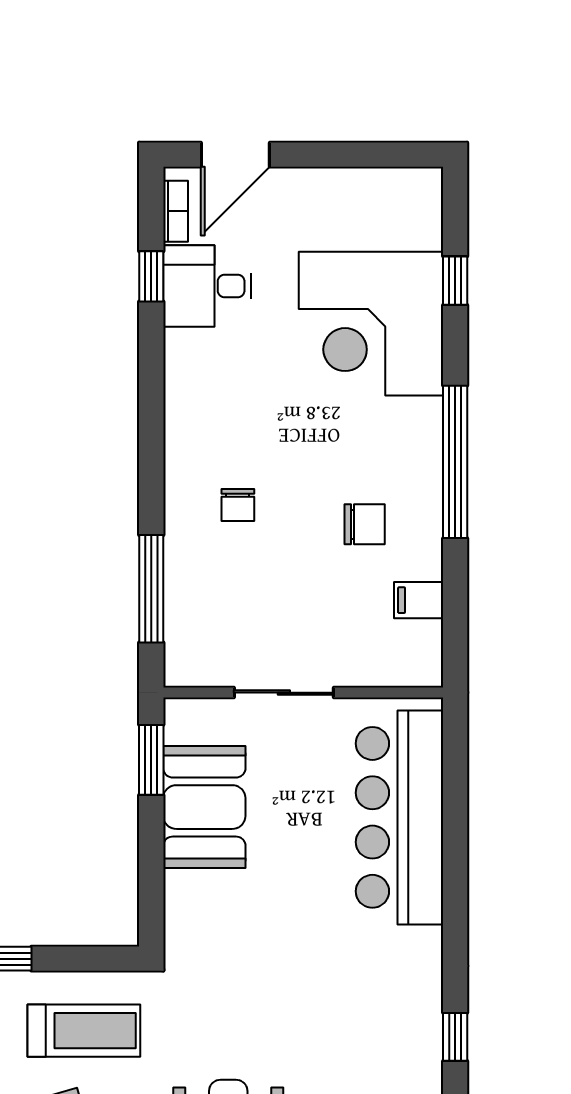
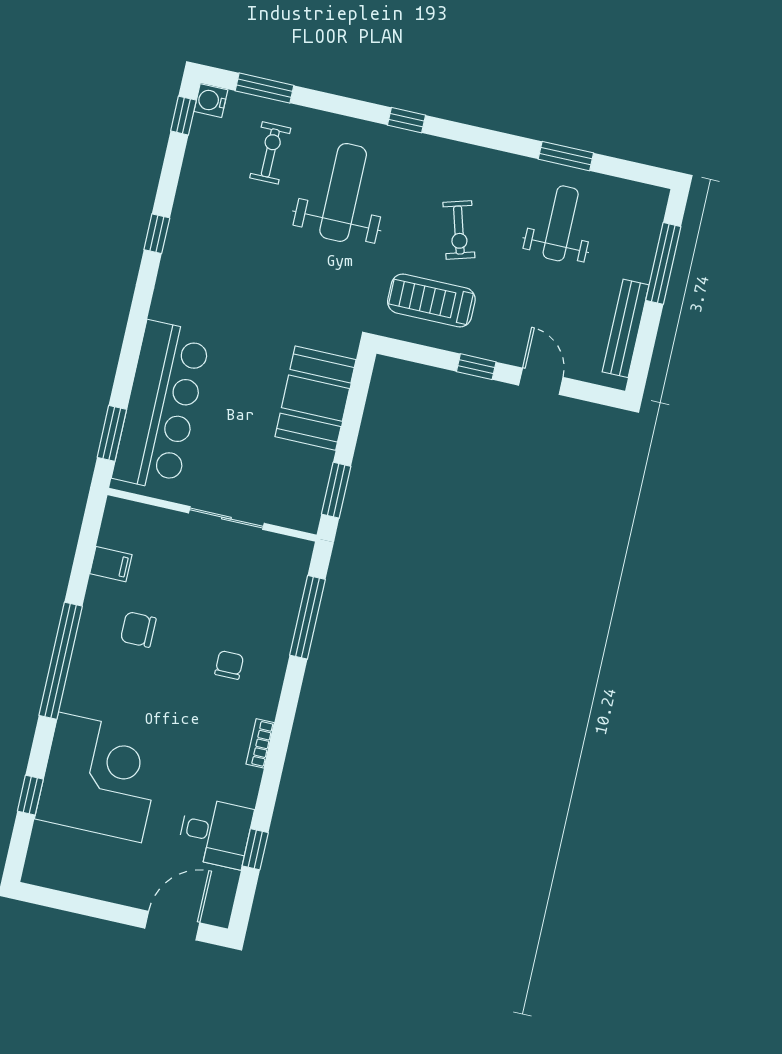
bookcase: (176, 211) -> (260, 743), moved
window: (455, 768) -> (112, 433), added
booth: (204, 807) -> (315, 398), moved

